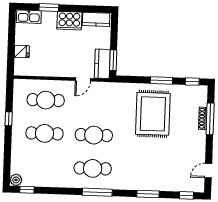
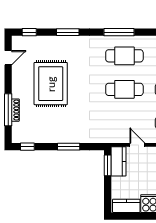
door: (83, 79) -> (137, 145), hinge flipped
window: (161, 80) -> (69, 147), moved
rug: (153, 114) -> (51, 84), moved

